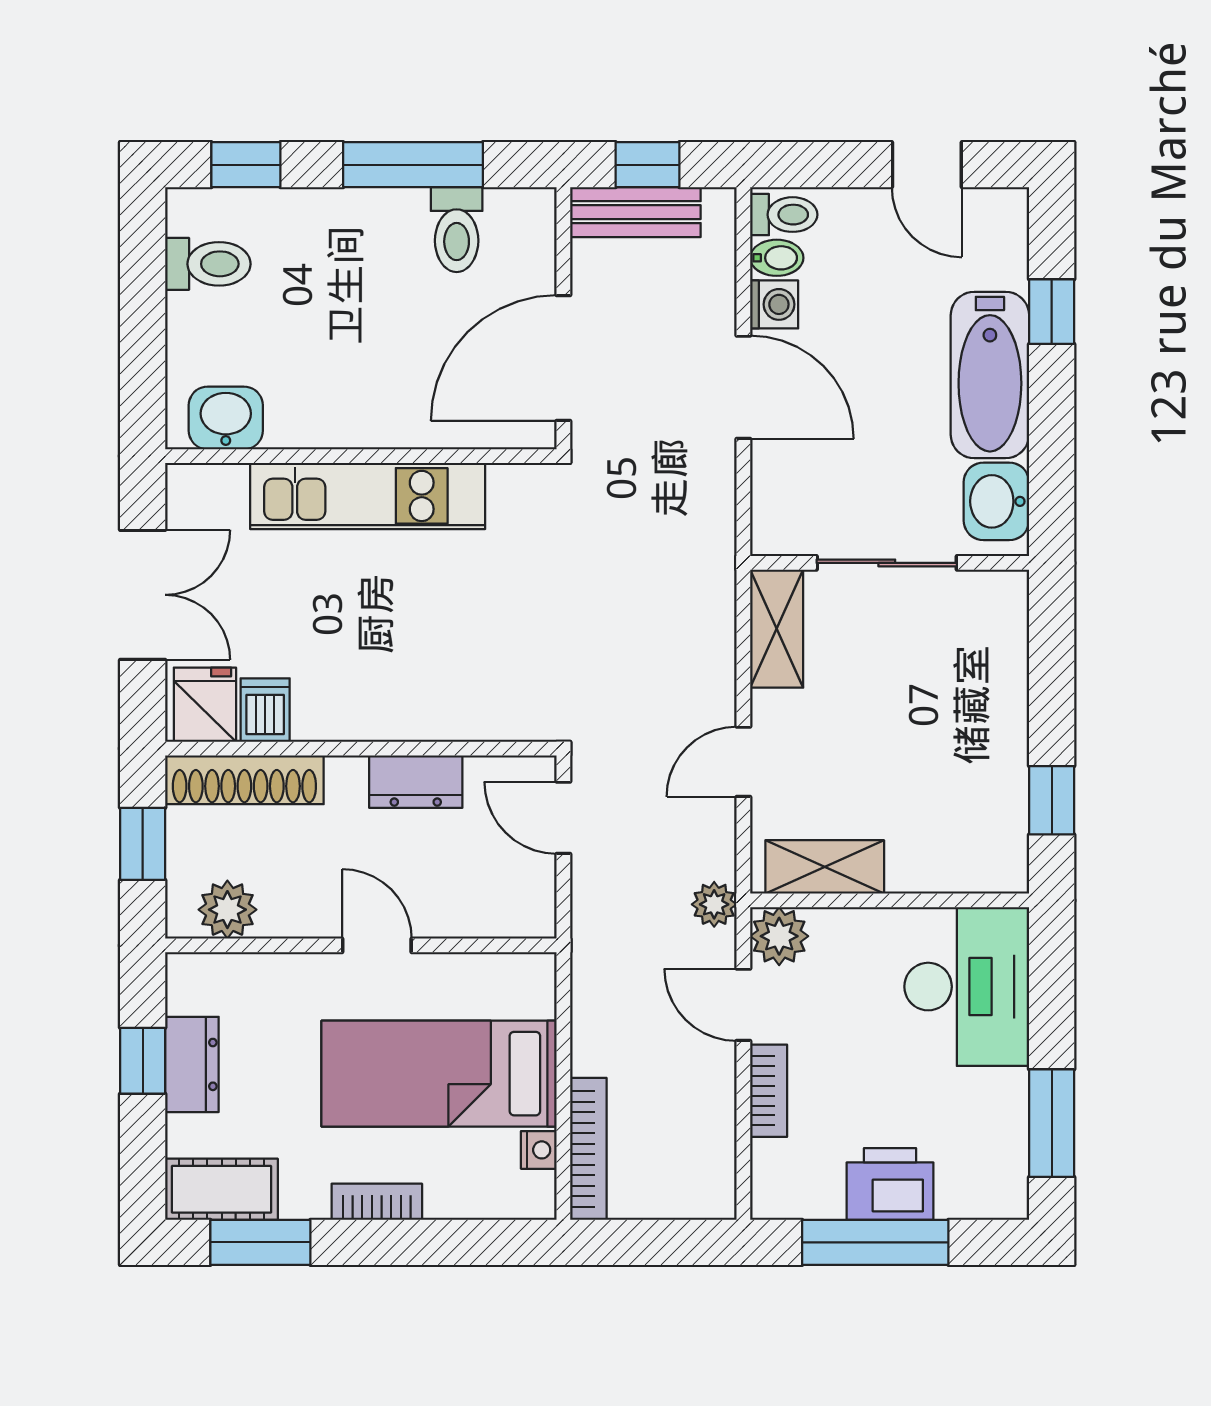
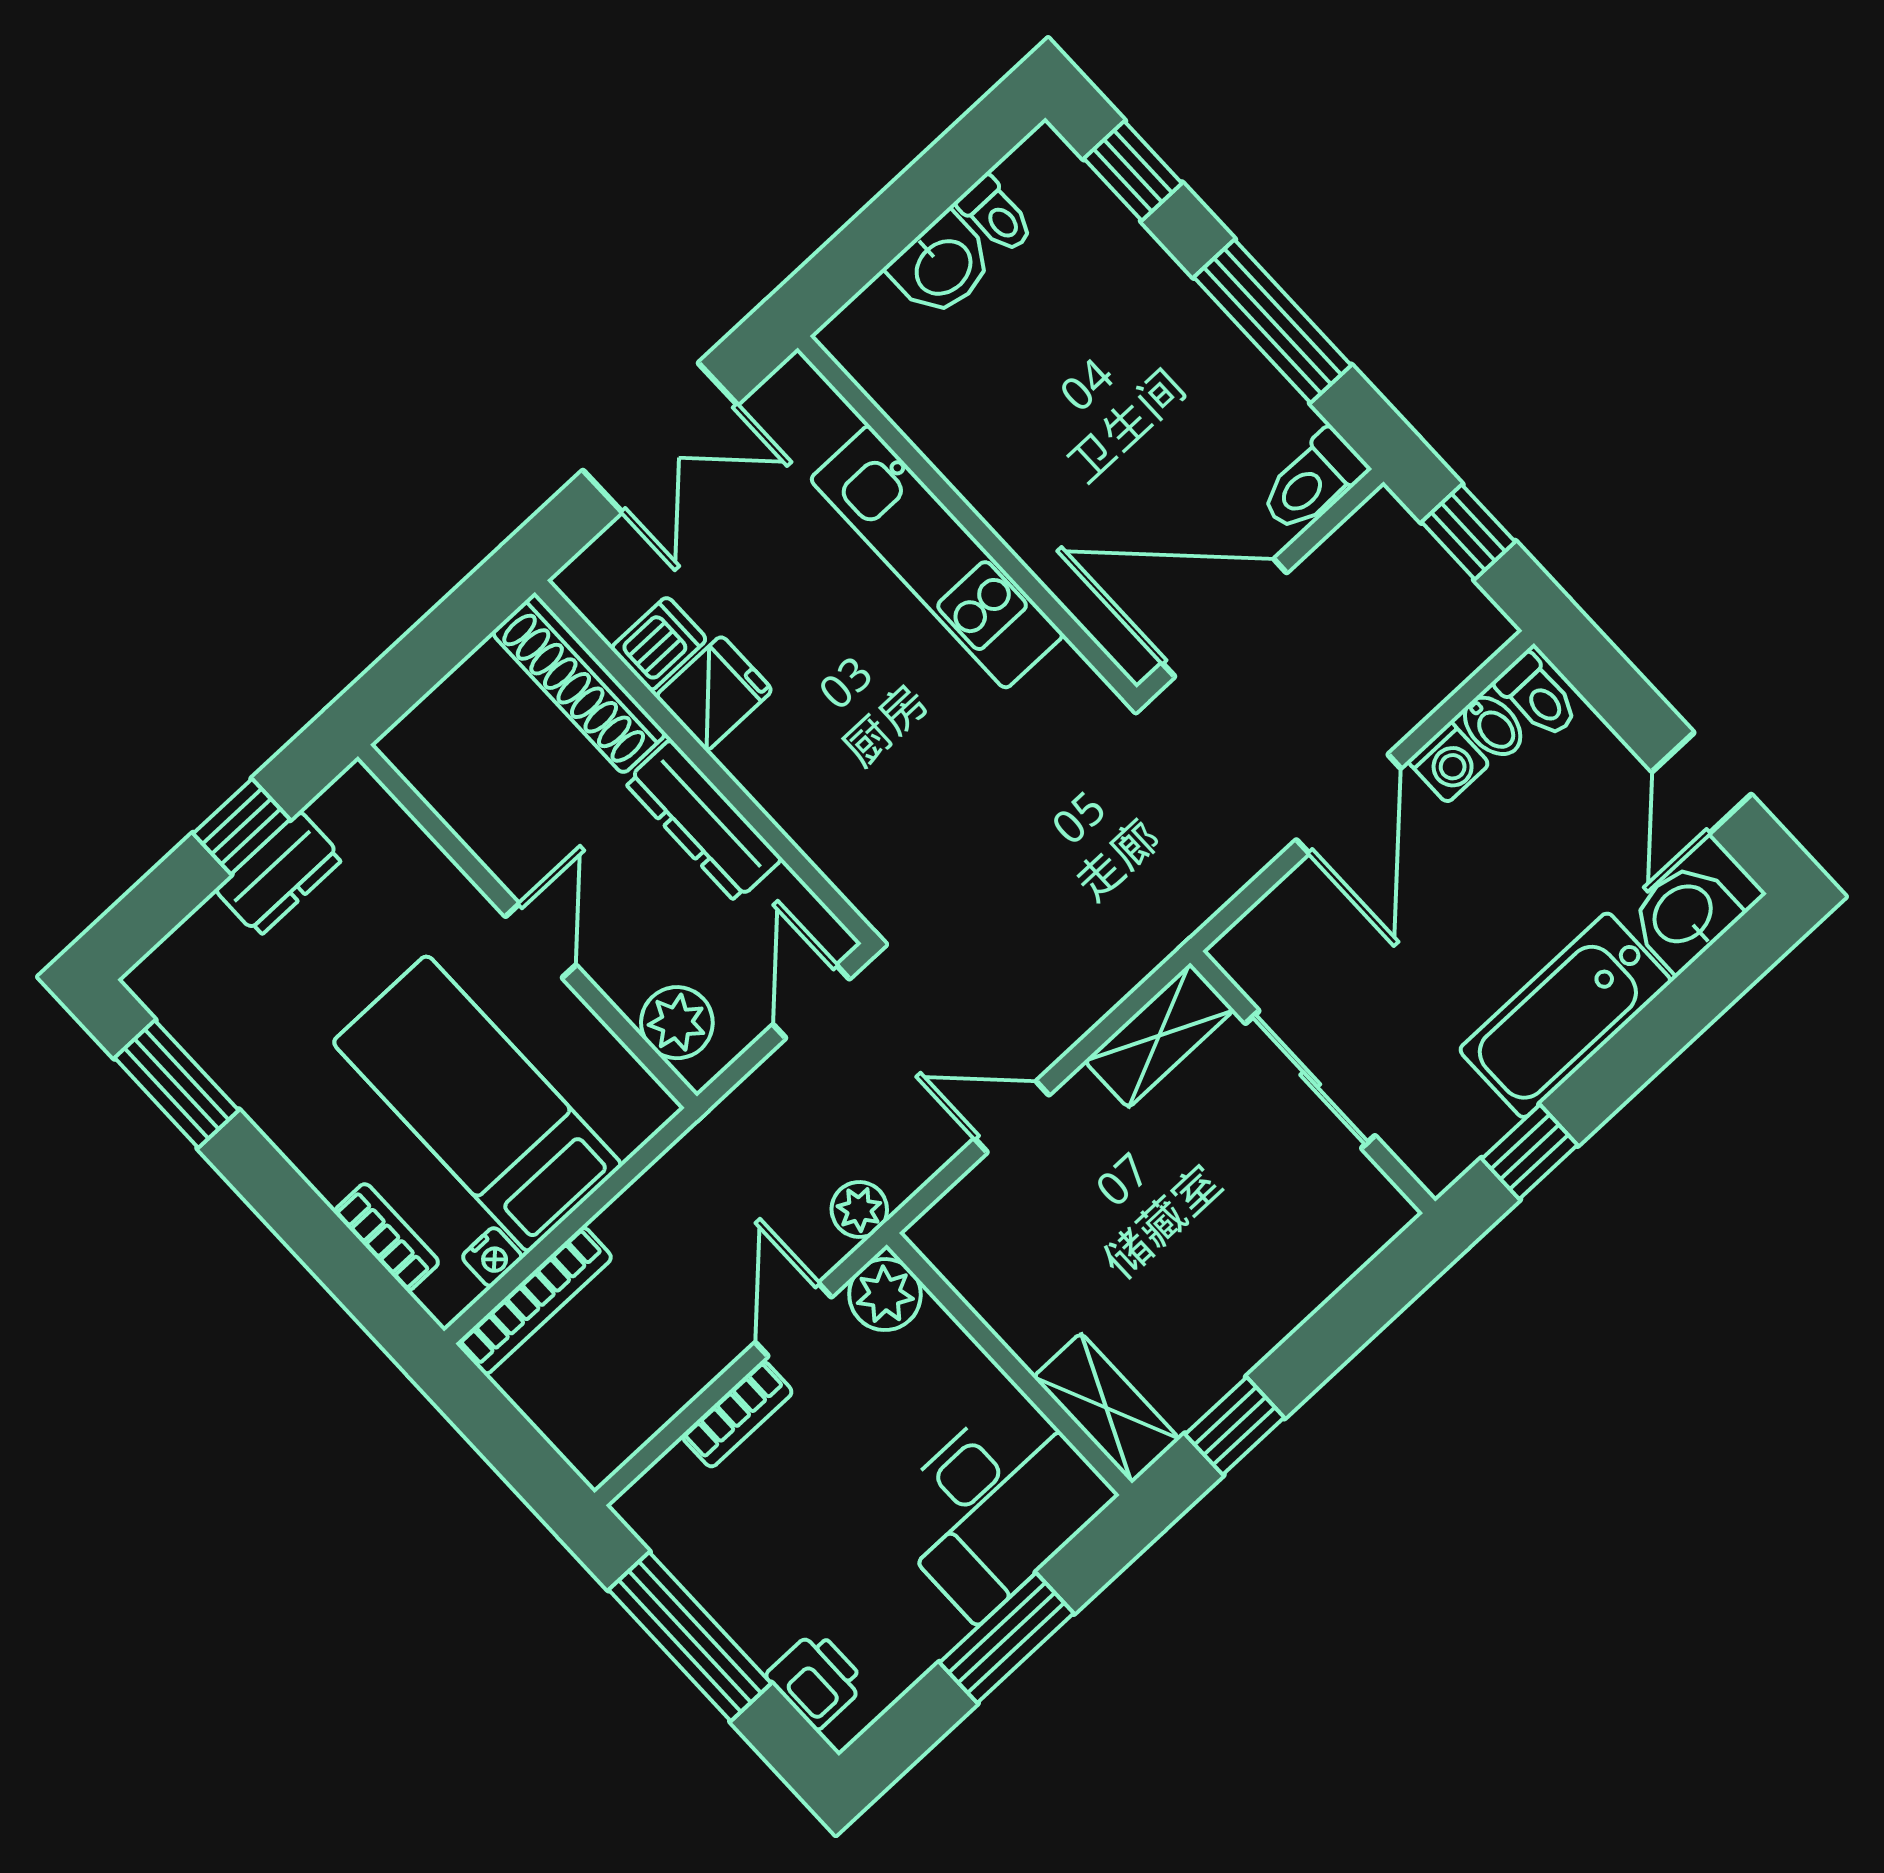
bench: (635, 212) -> (1416, 561), removed
toilet: (457, 230) -> (1313, 481), moved
toilet: (208, 264) -> (996, 215), width x0.73, depth x0.72
window: (1052, 312) -> (1530, 1152), moved
washbasin: (226, 418) -> (942, 266), moved, turned 90
washbasin: (996, 501) -> (1684, 916), moved
fridge: (205, 705) -> (714, 693), moved
dresser: (416, 782) -> (703, 820), width x1.44
window: (143, 844) -> (436, 645), removed
shelving: (825, 867) -> (1106, 1408), moved
plant: (227, 910) -> (677, 1023), moved
window: (1052, 1123) -> (1007, 1638), moved
printer: (890, 1184) -> (816, 1680), moved, width x0.73, depth x0.81
cot: (222, 1189) -> (192, 1005), removed
bookcase: (377, 1202) -> (387, 1237), moved

